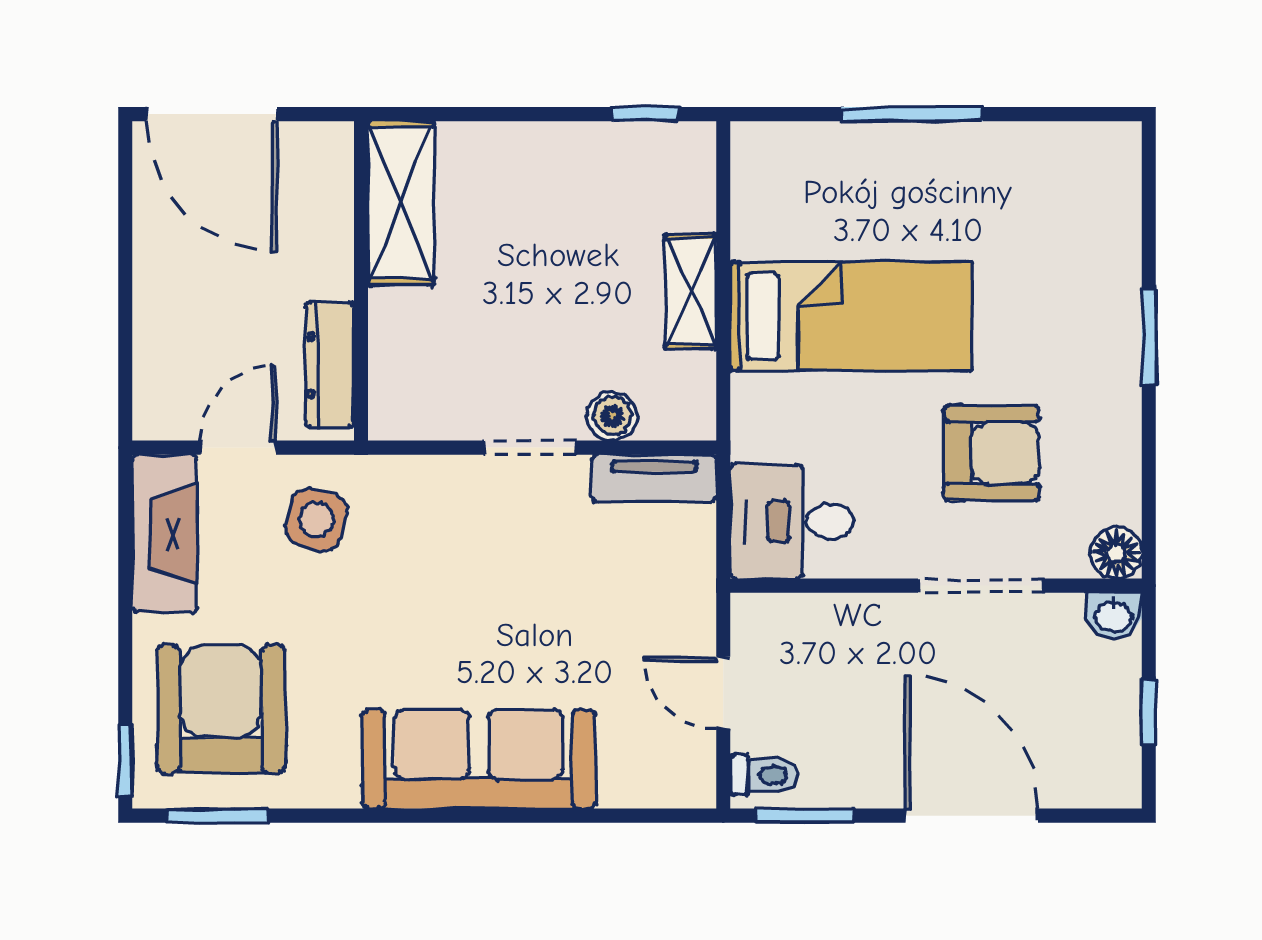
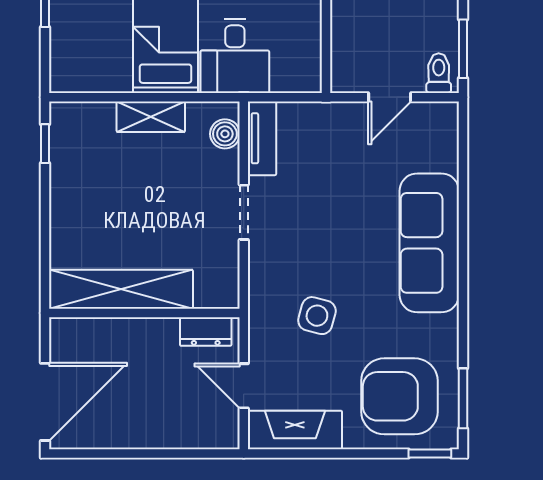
shelving: (401, 203) -> (121, 289), width x1.47
dresser: (330, 365) -> (206, 332), width x0.70
boiler: (612, 416) -> (225, 134), moved
side table: (316, 520) -> (317, 316), moved
desk: (792, 521) -> (235, 56), moved

